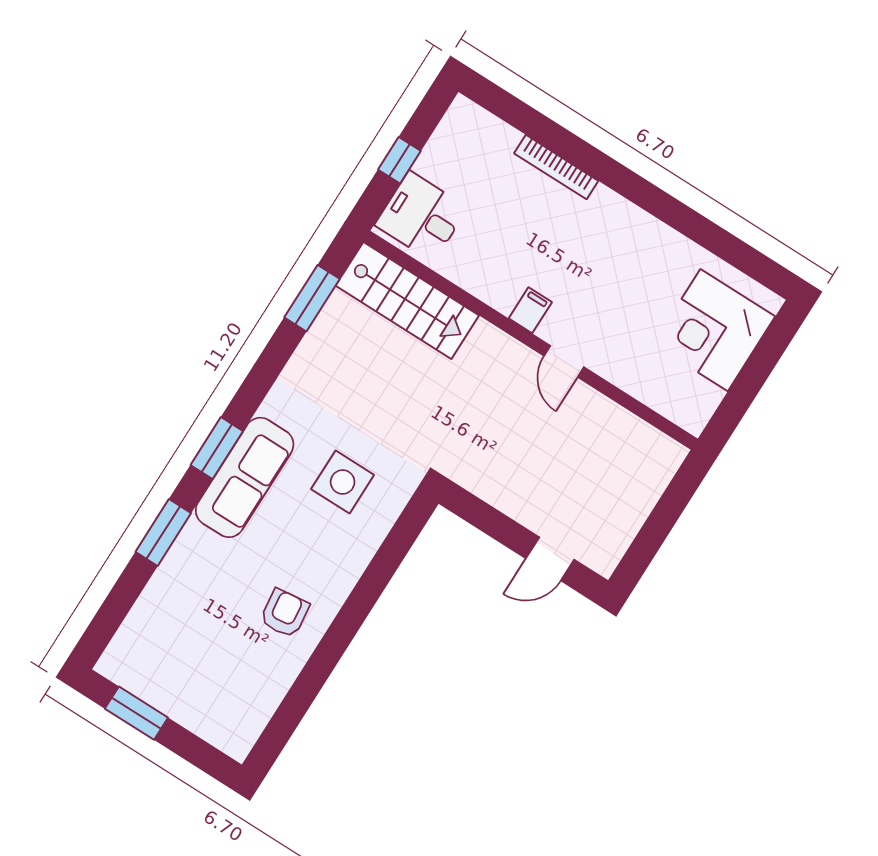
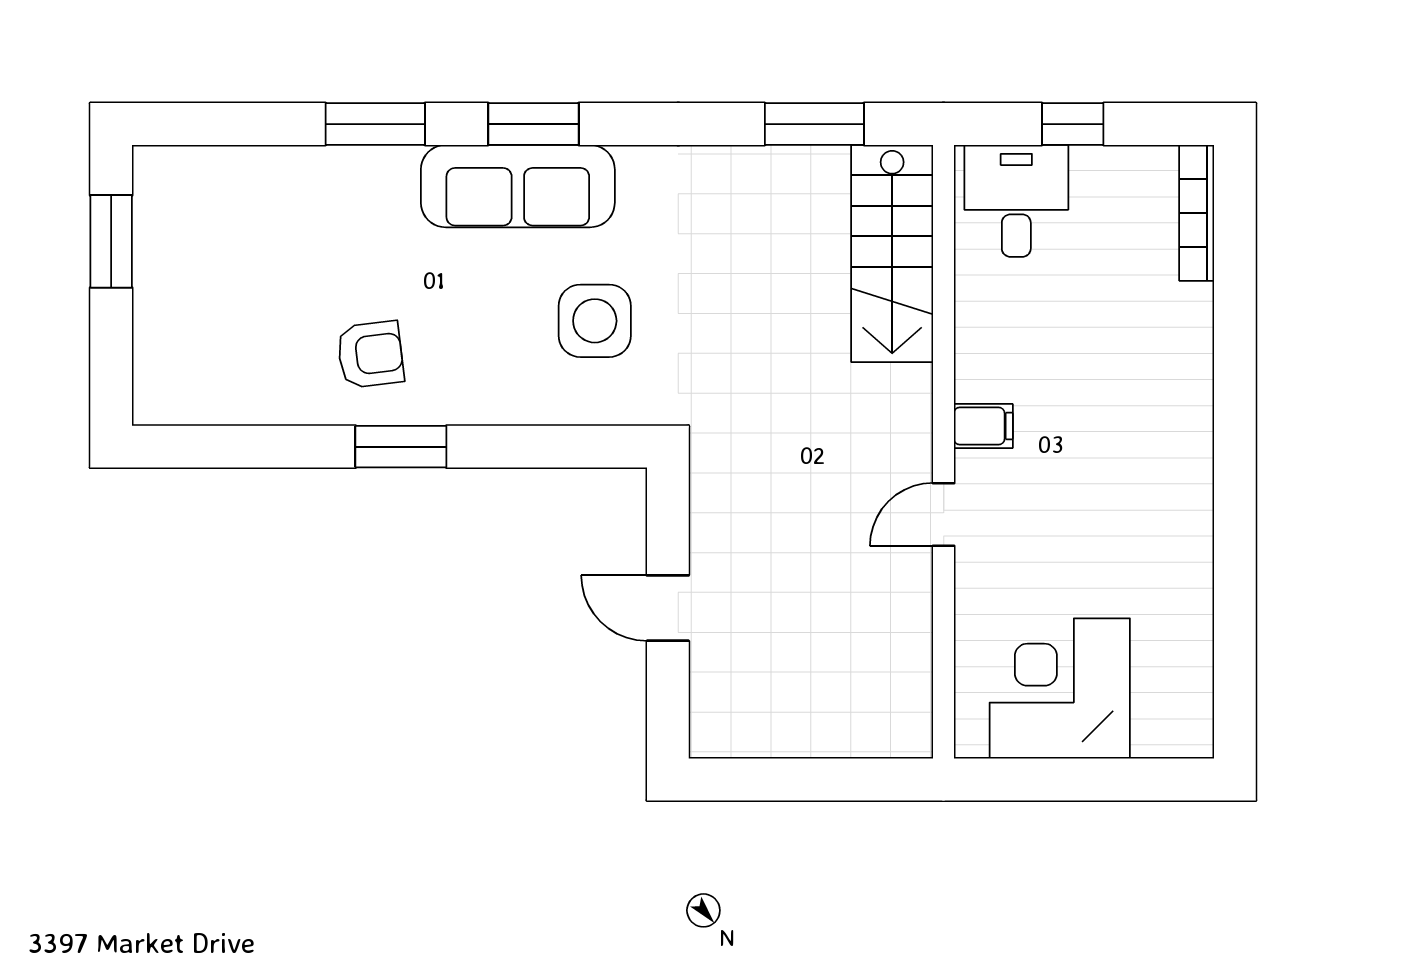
bookcase: (556, 167) -> (1197, 213), moved
corner desk: (714, 330) -> (1060, 689), moved
door: (550, 559) -> (668, 608), moved
window: (344, 628) -> (401, 447), added

